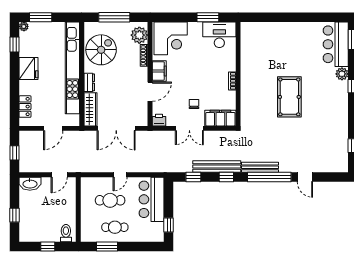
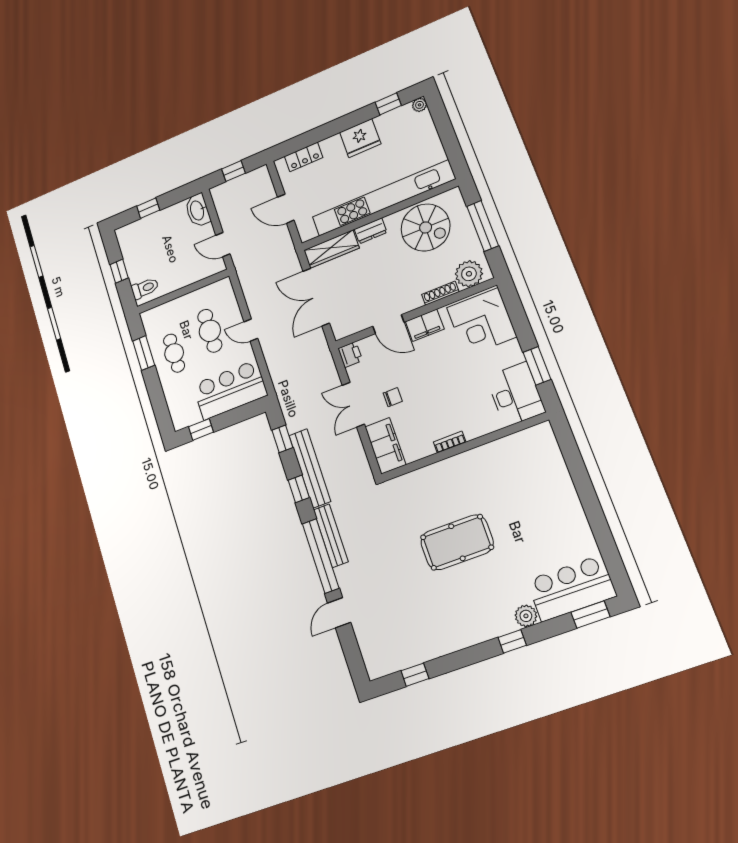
window: (41, 17) -> (442, 122), removed

